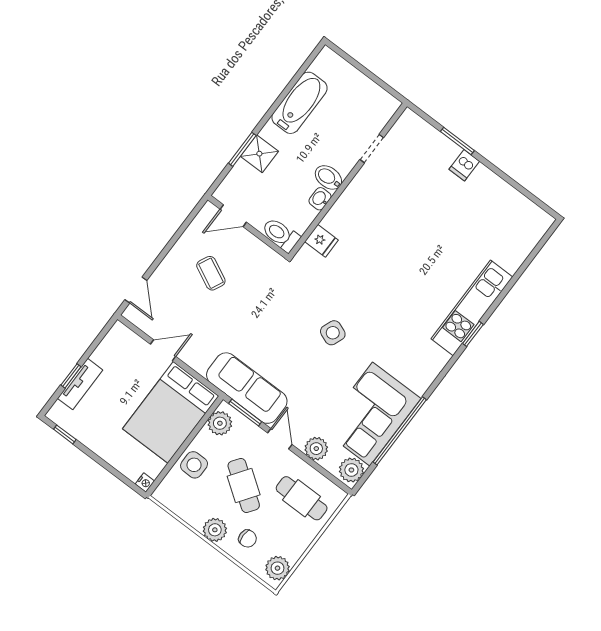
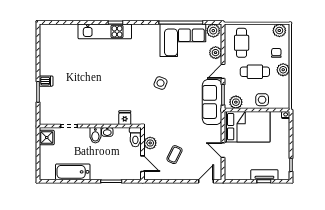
shower: (259, 154) -> (47, 138), moved
plant: (255, 250) -> (150, 143), added
cafe table: (244, 486) -> (255, 72), turned 55

